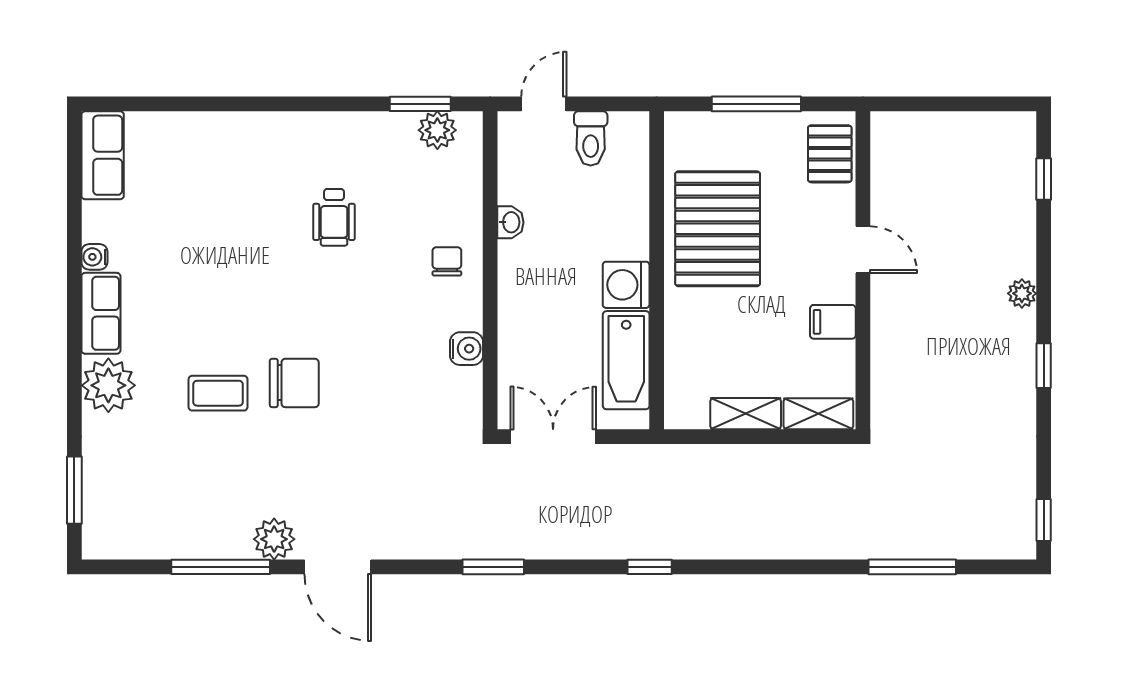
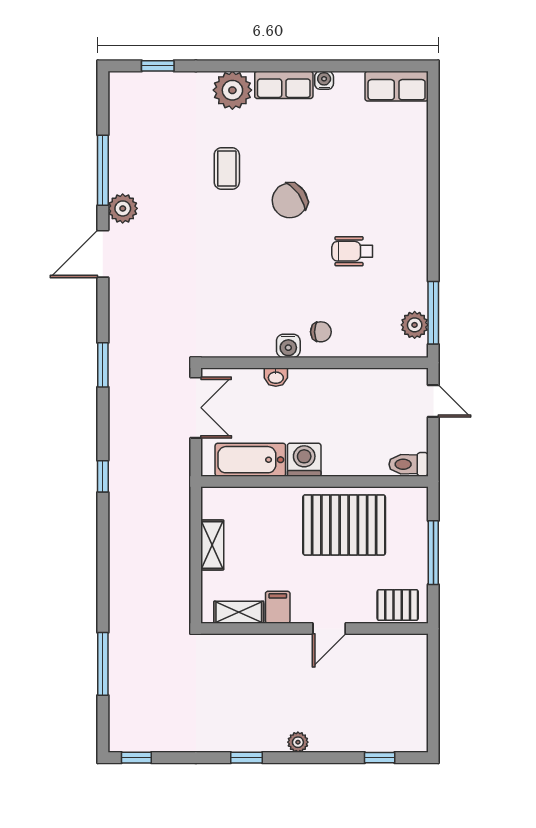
window: (420, 104) -> (433, 313), width x1.44
toilet: (591, 138) -> (409, 464), moved
washbasin: (510, 222) -> (276, 377), moved
water cooler: (466, 349) -> (288, 346), moved
chair: (294, 383) -> (290, 200), moved, turned 55
shelving: (818, 414) -> (239, 612), moved, turned 90
window: (74, 490) -> (158, 66), width x0.67

